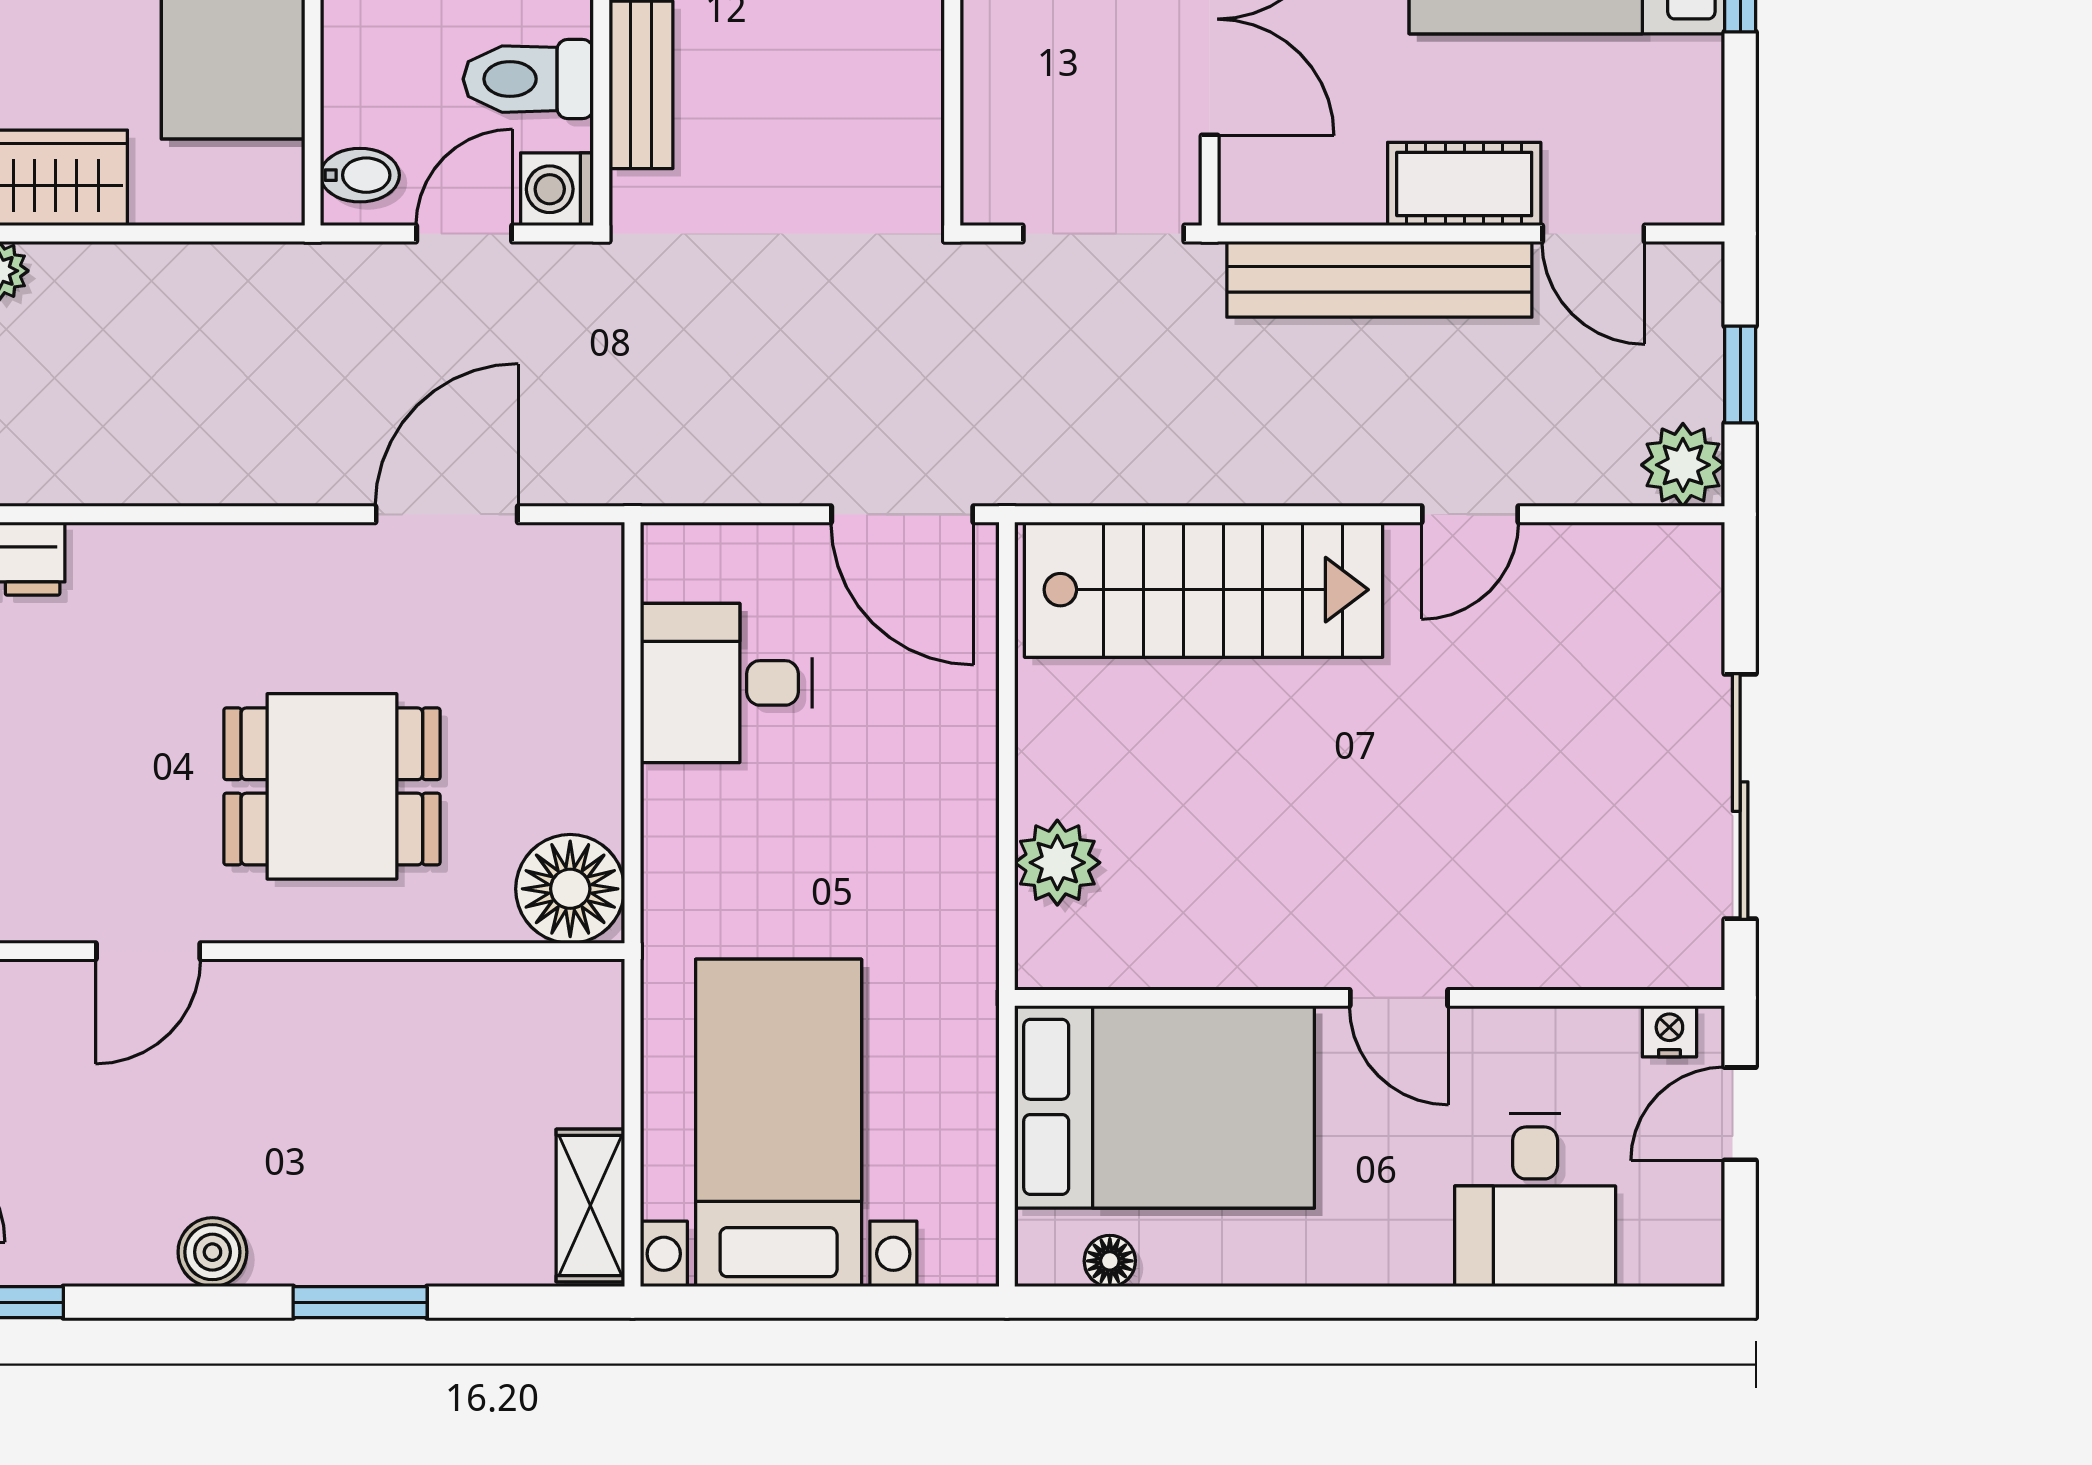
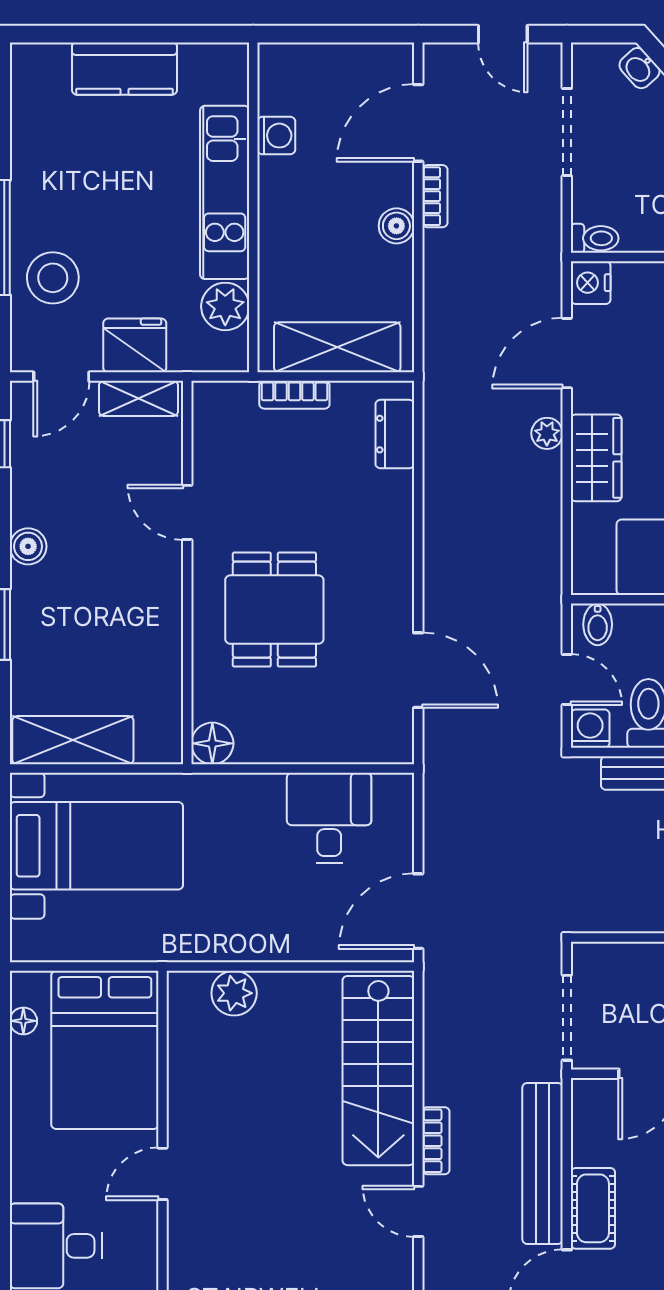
bookcase: (1336, 481) -> (436, 1141), added
floor lamp: (570, 889) -> (212, 743), width x0.73, depth x0.73
shelving: (590, 1206) -> (73, 740), width x1.50, depth x1.33

